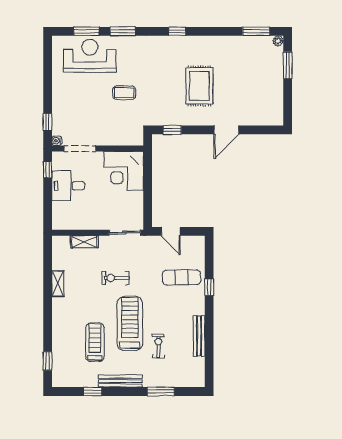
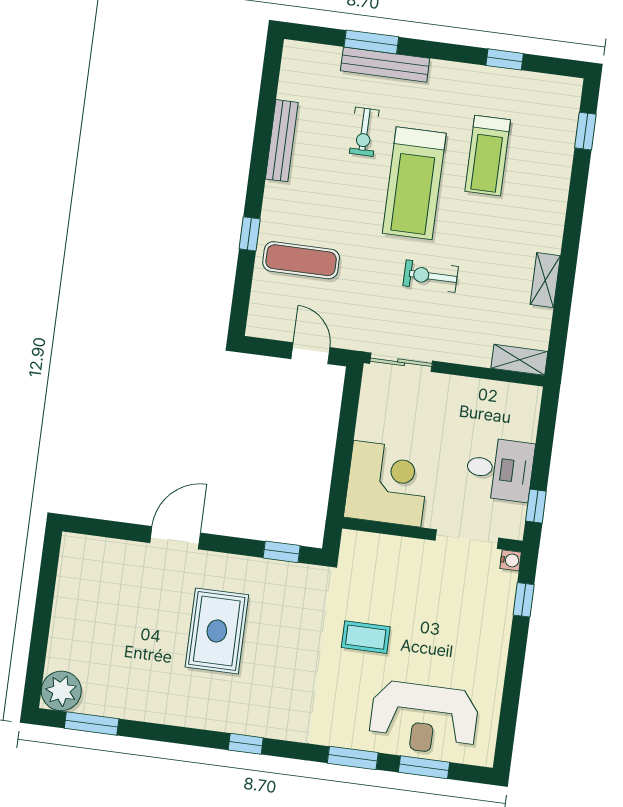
plant: (278, 41) -> (61, 691), width x1.88, depth x1.88
window: (288, 65) -> (38, 649), removed
shelving: (84, 242) -> (519, 360), moved
exercise bike: (116, 278) -> (431, 276), turned 180
bench: (120, 381) -> (385, 65), moved

